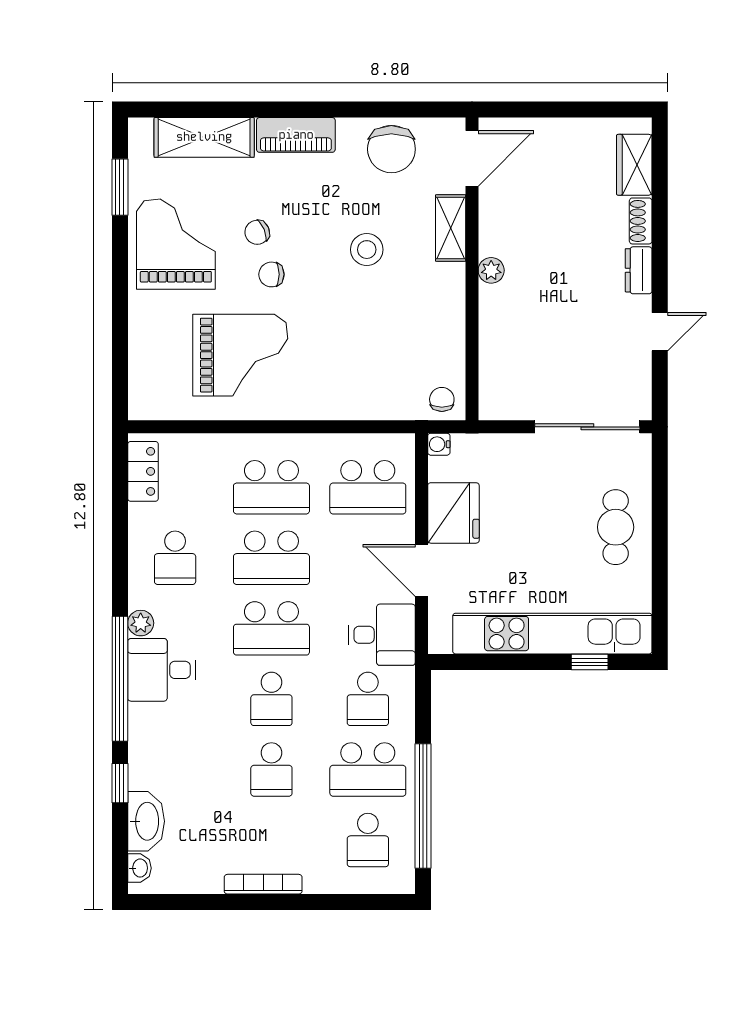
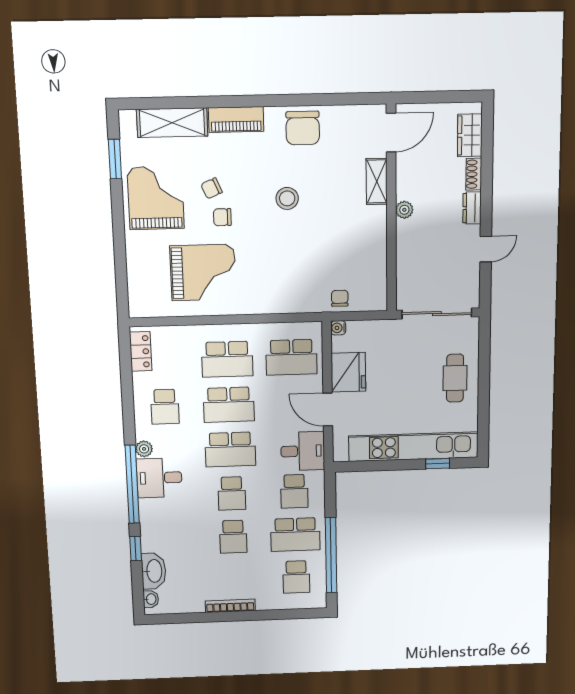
door: (472, 158) -> (391, 133), moved
shelving: (451, 228) -> (377, 181), moved
wall: (472, 269) -> (391, 209), moved
plant: (491, 270) -> (404, 210), moved

